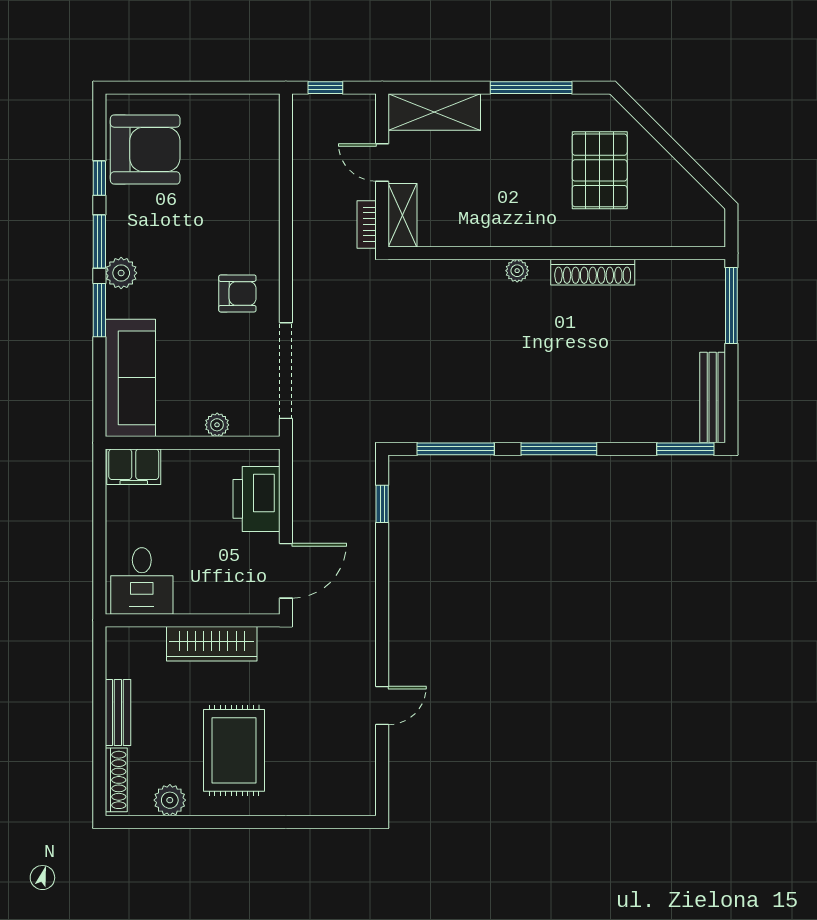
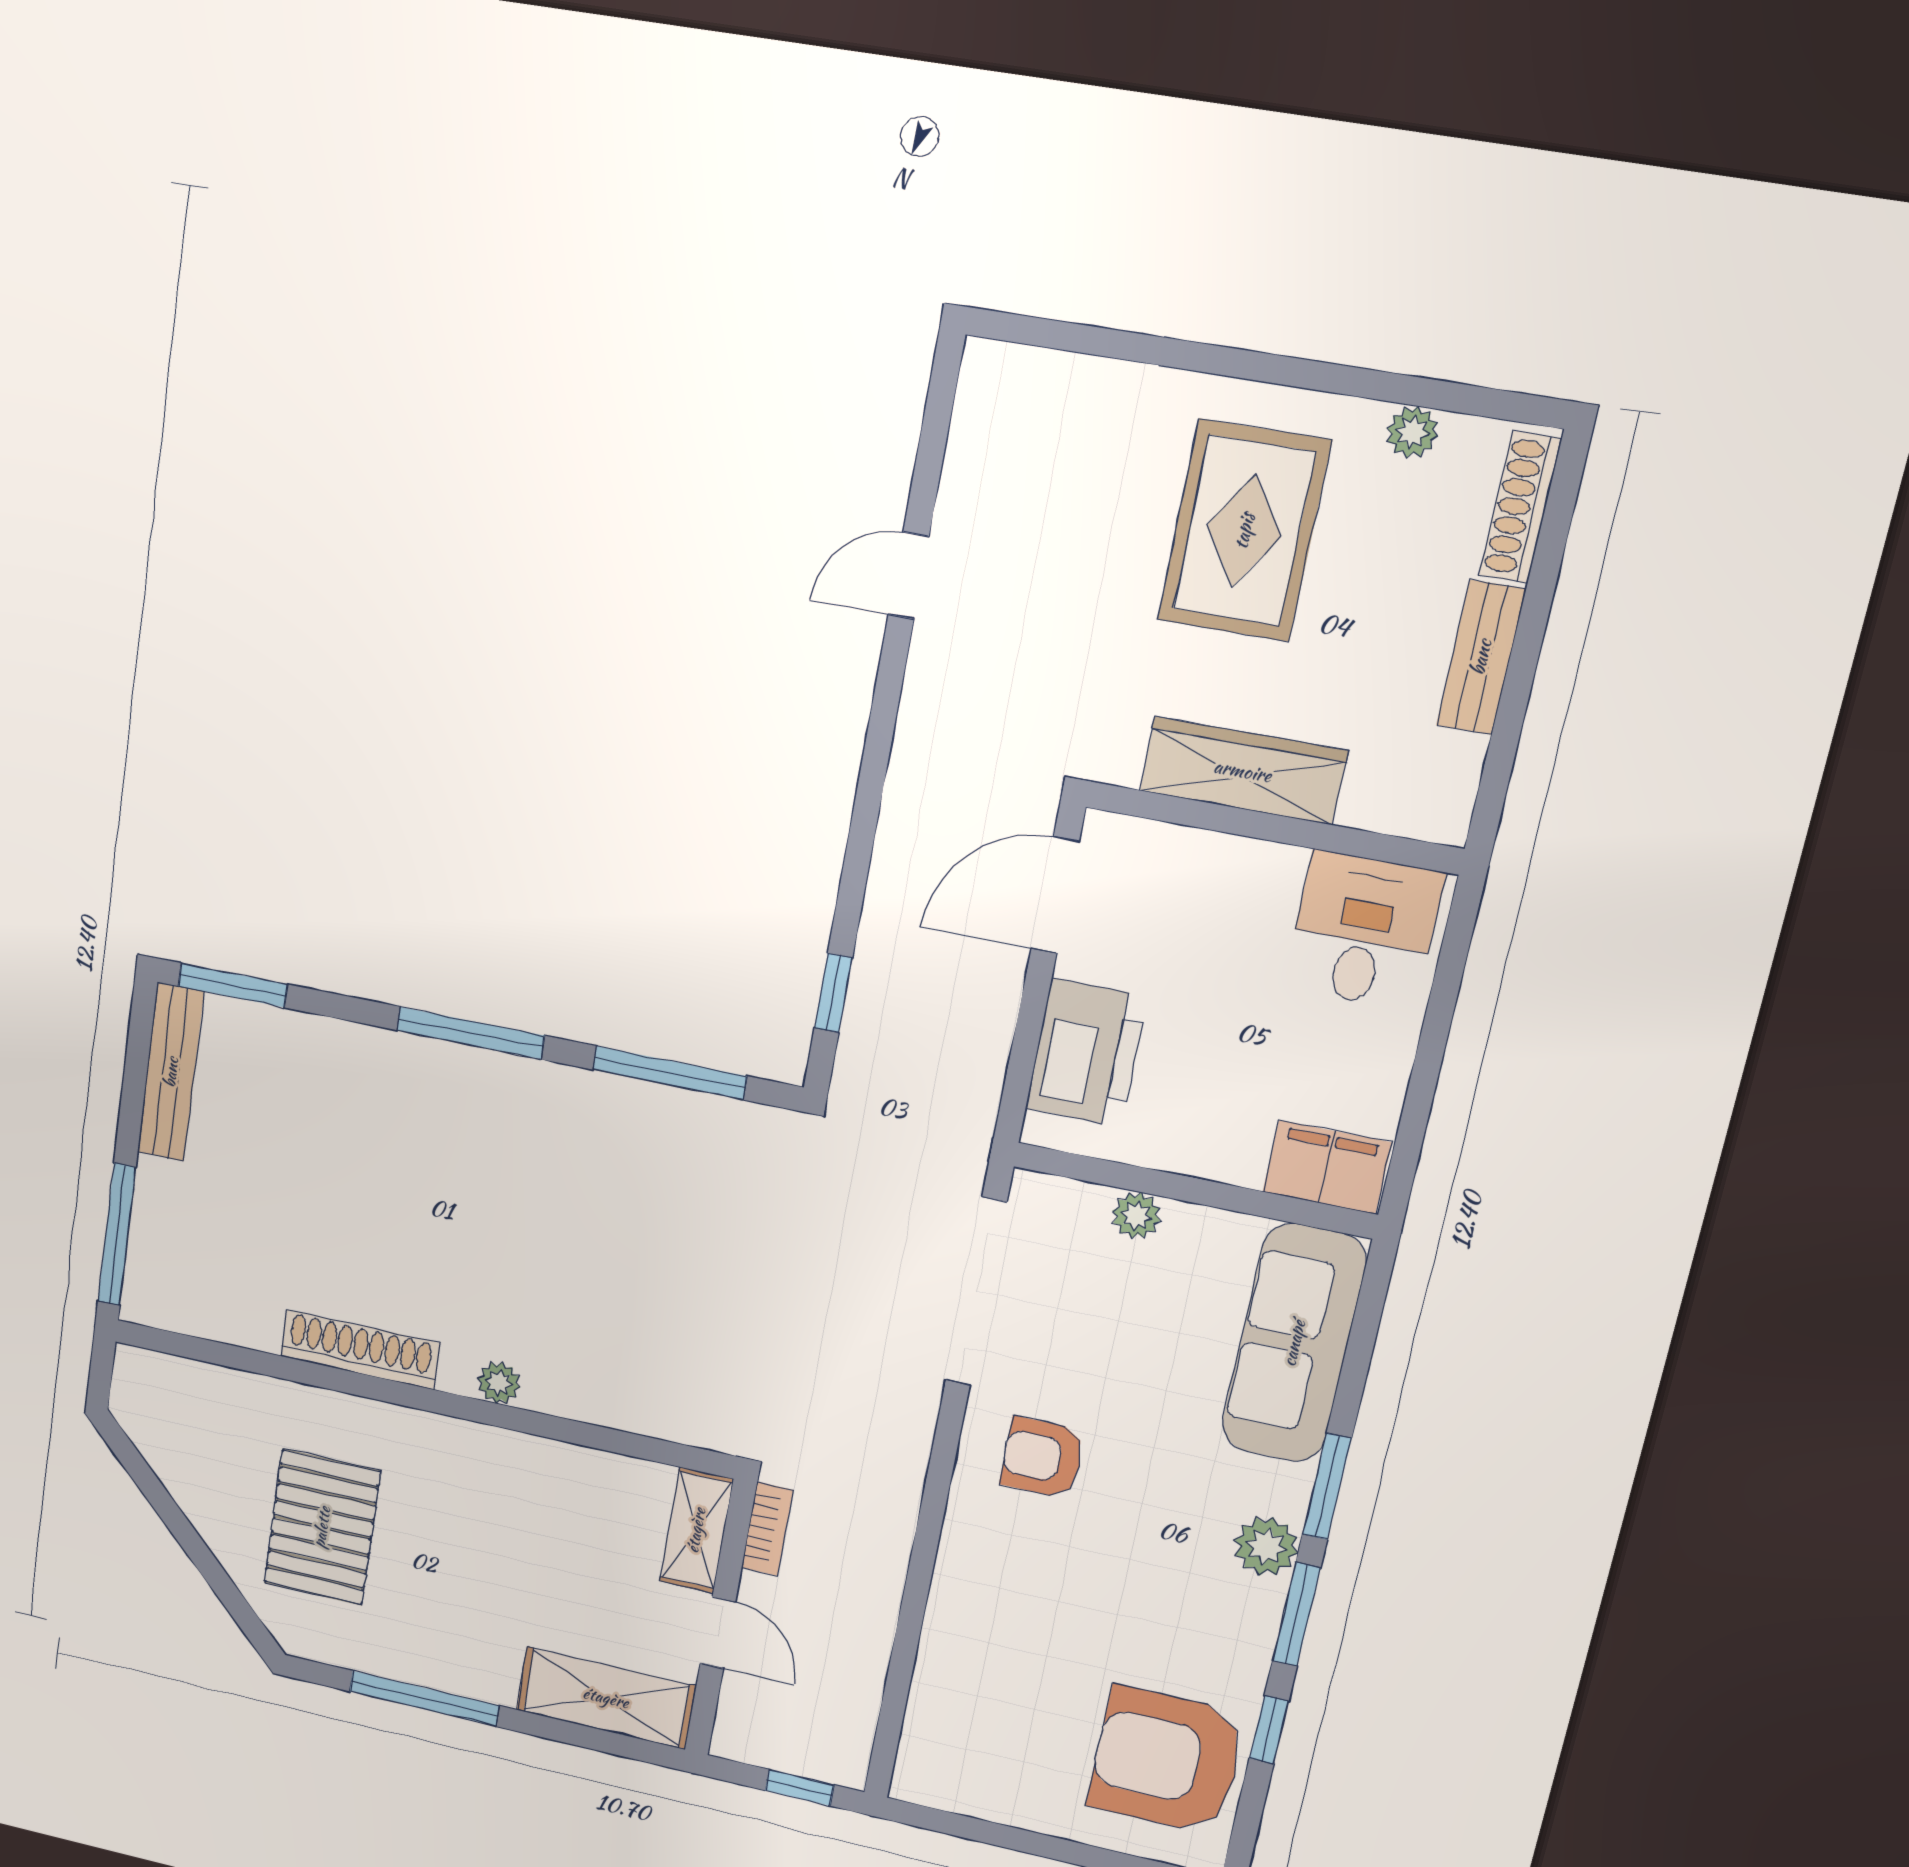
plant: (170, 800) -> (1412, 432), width x0.73, depth x0.73

